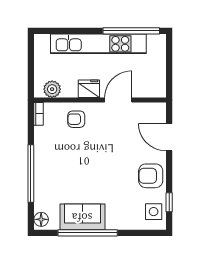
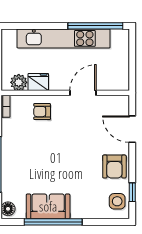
fridge: (89, 89) -> (38, 82), moved
armchair: (151, 176) -> (114, 167), turned -90

